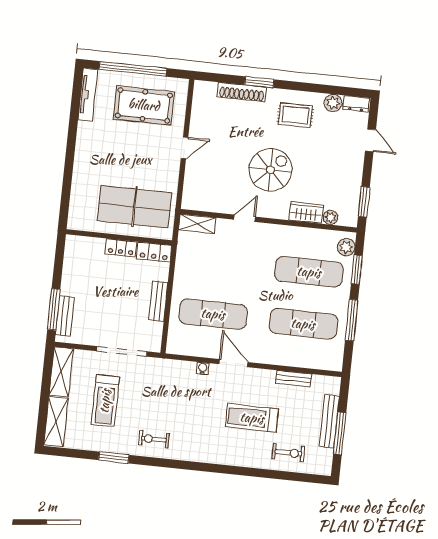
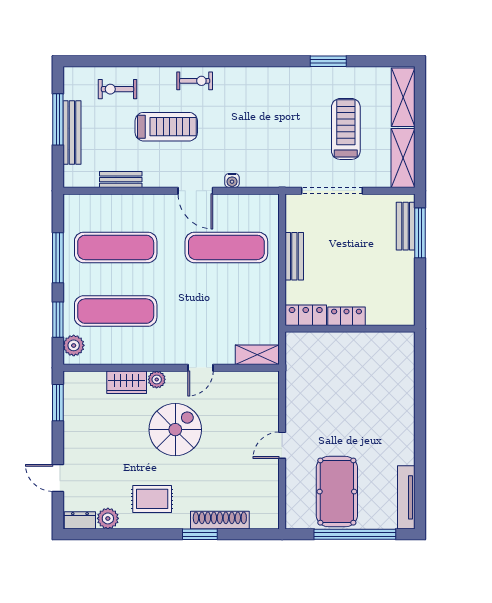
pool table: (144, 105) -> (337, 492), turned 90
spiral stairs: (270, 170) -> (175, 430), turned 180
table tennis table: (134, 207) -> (335, 368), removed
plant: (330, 217) -> (157, 379), moved
exercise bike: (154, 439) -> (195, 81), moved

